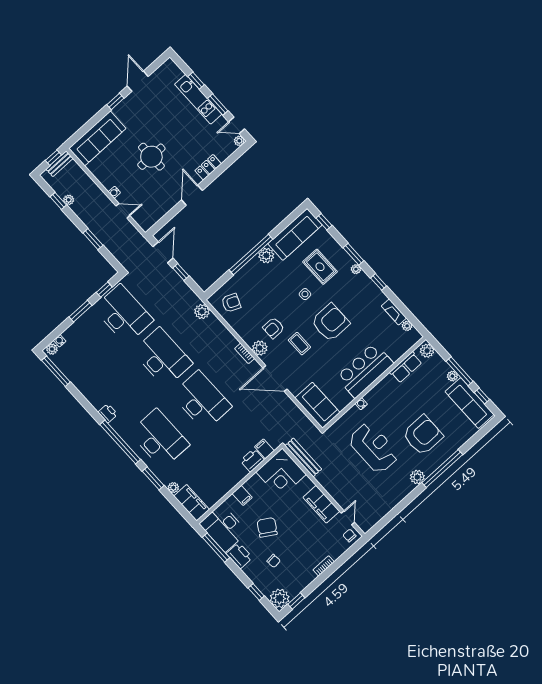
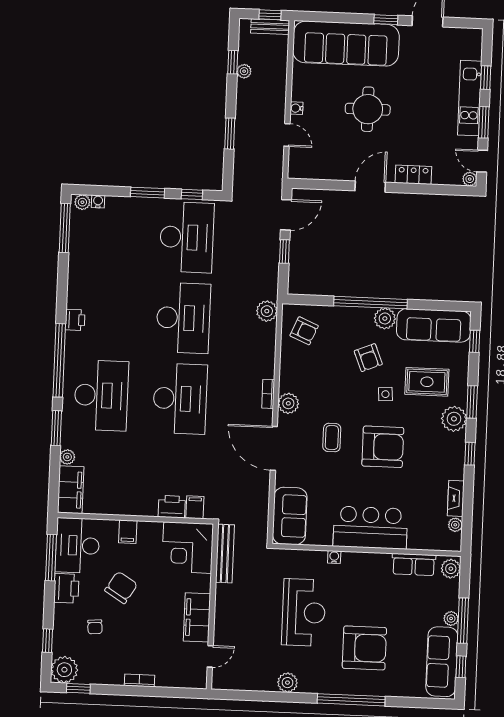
sofa: (97, 138) -> (346, 44), width x1.36, depth x1.27
rug: (320, 267) -> (427, 382), turned 90
plant: (356, 269) -> (454, 419), width x1.87, depth x1.87
armchair: (274, 328) -> (368, 358), moved, turned -112
plant: (417, 477) -> (287, 683), moved
chair: (349, 536) -> (194, 676), removed

